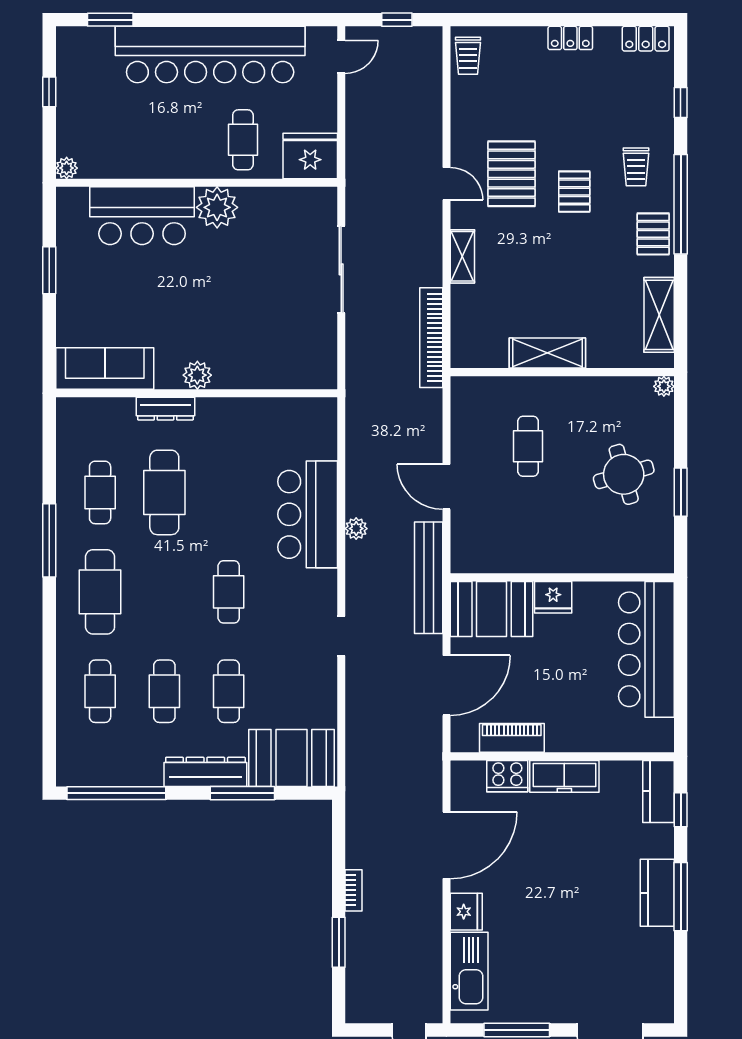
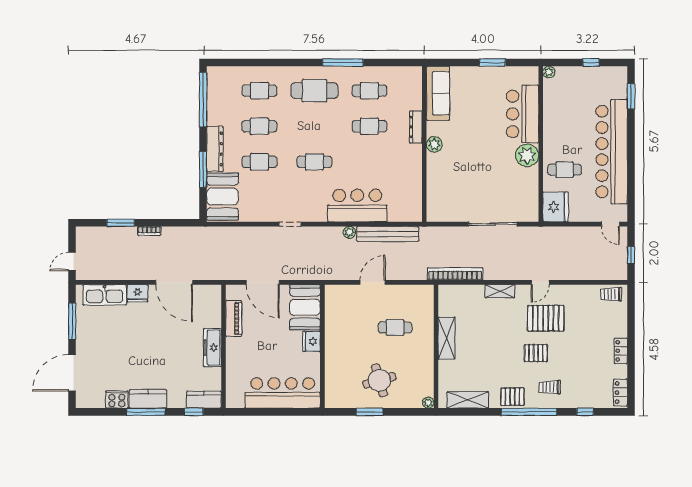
cafe table: (164, 492) -> (369, 126), width x0.73, depth x0.74
bench: (429, 578) -> (388, 234), moved
cooker: (507, 776) -> (117, 400), moved, turned 90

